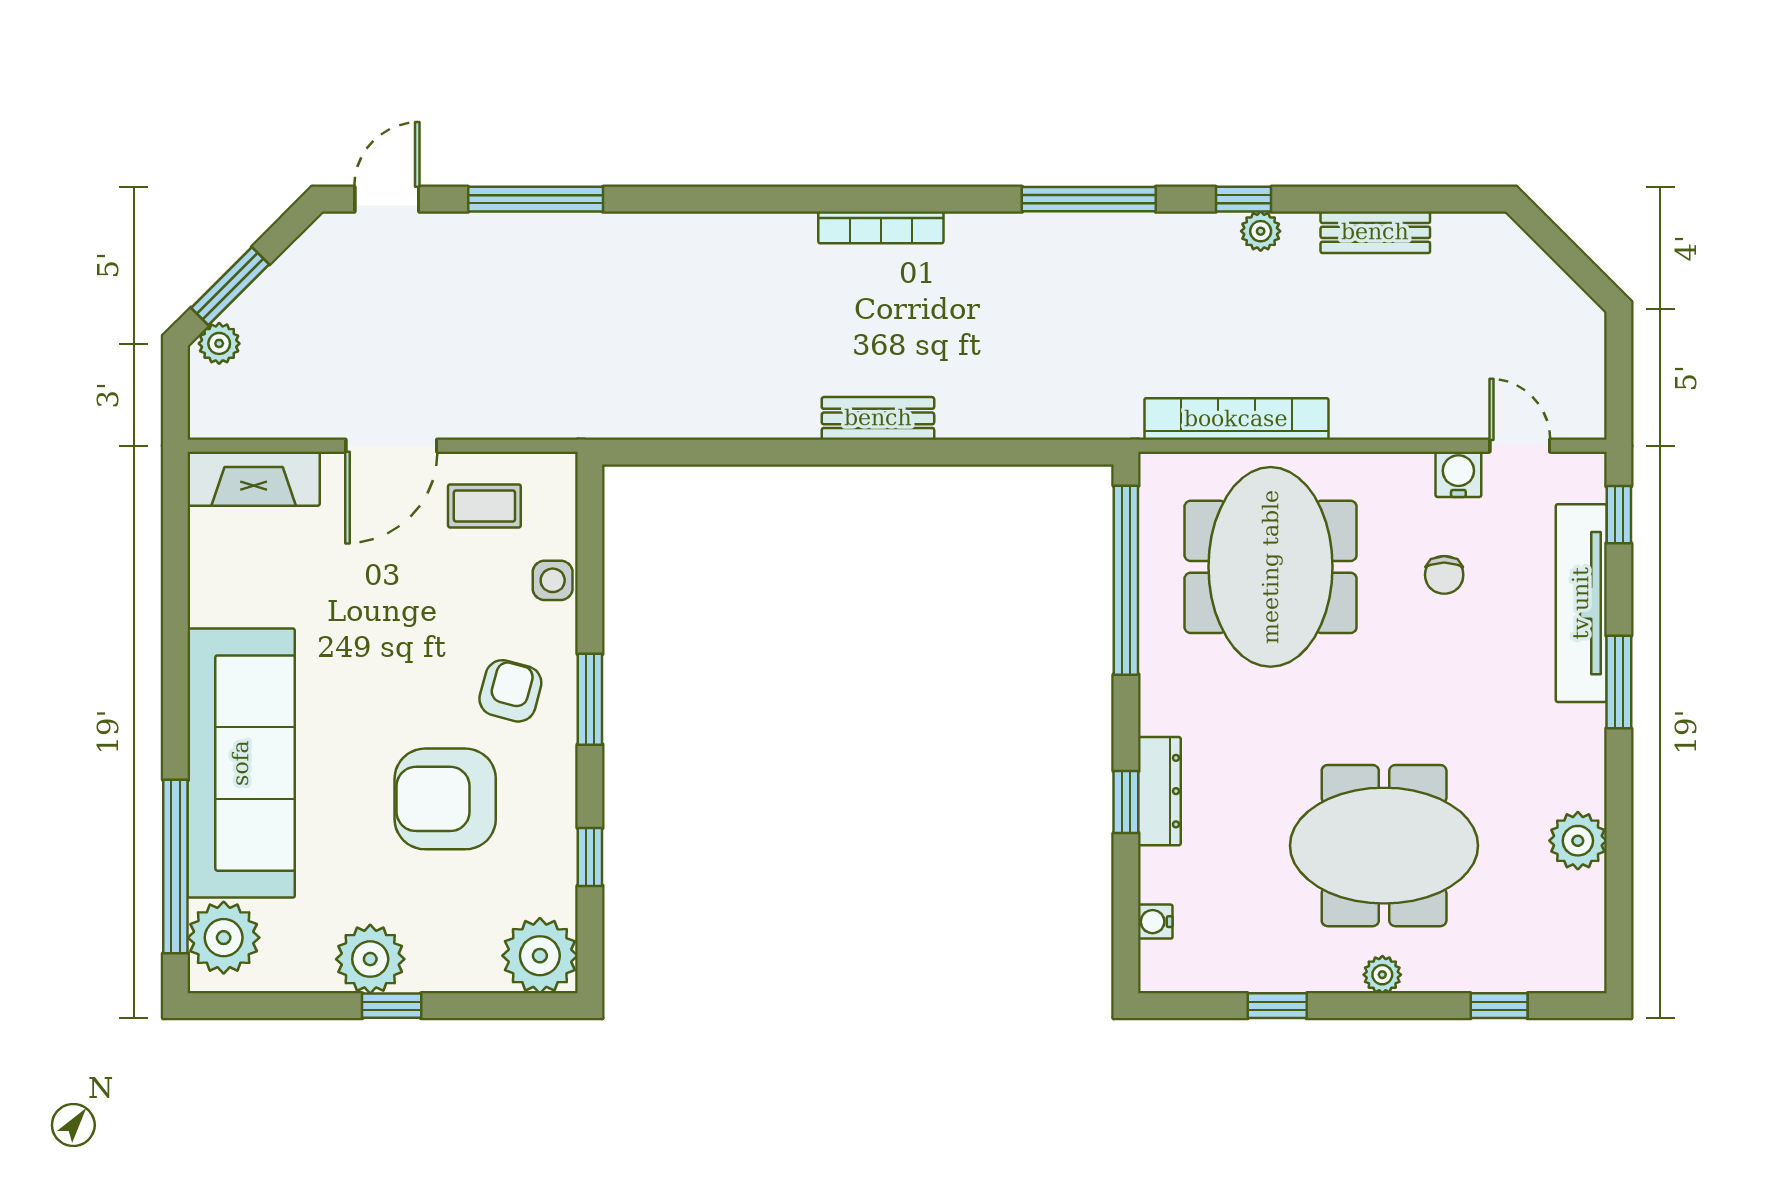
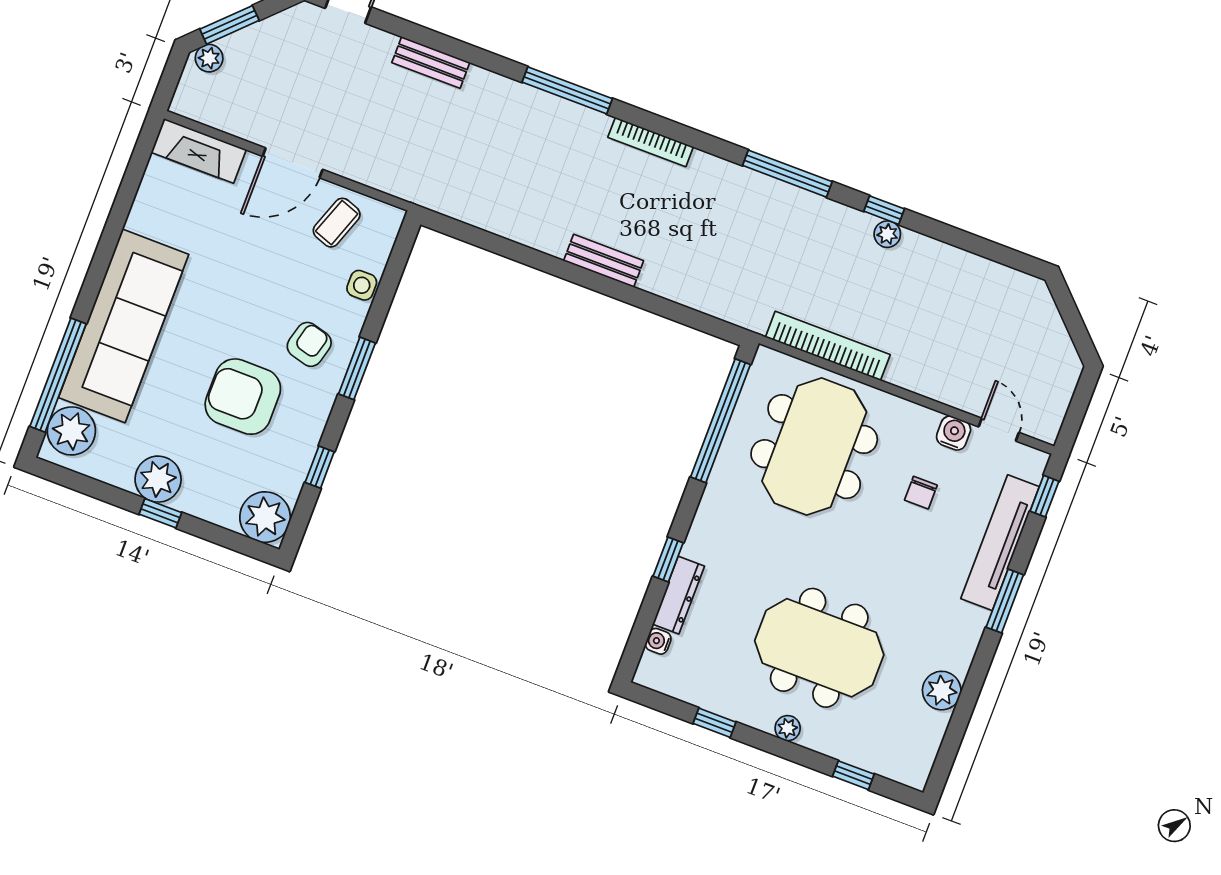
window: (536, 199) -> (567, 90), moved
bench: (1375, 232) -> (431, 63), moved
coffee table: (484, 506) -> (337, 223), turned -70
dresser: (1159, 791) -> (679, 595), moved

